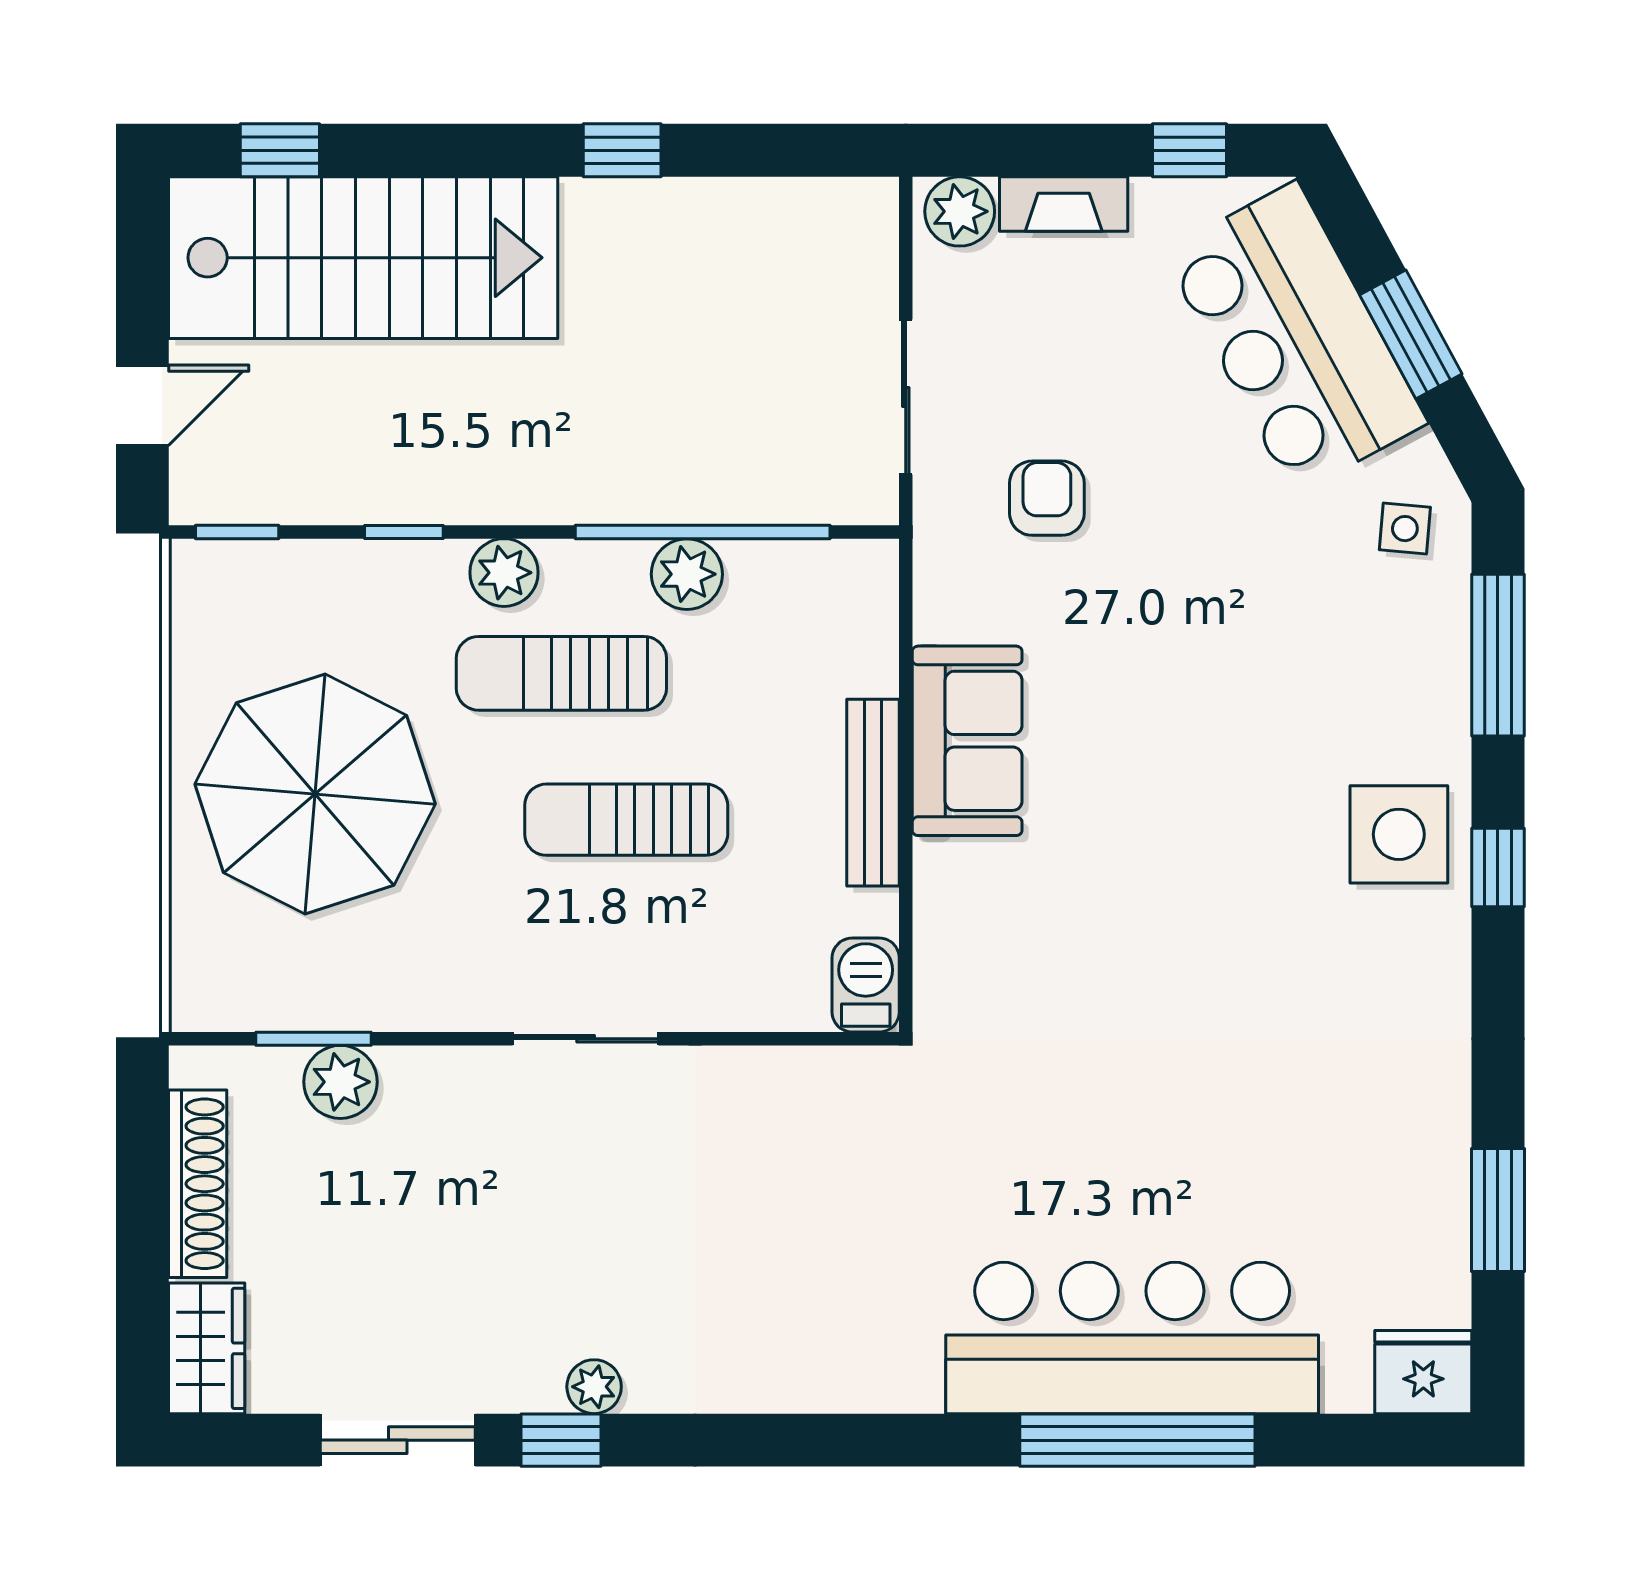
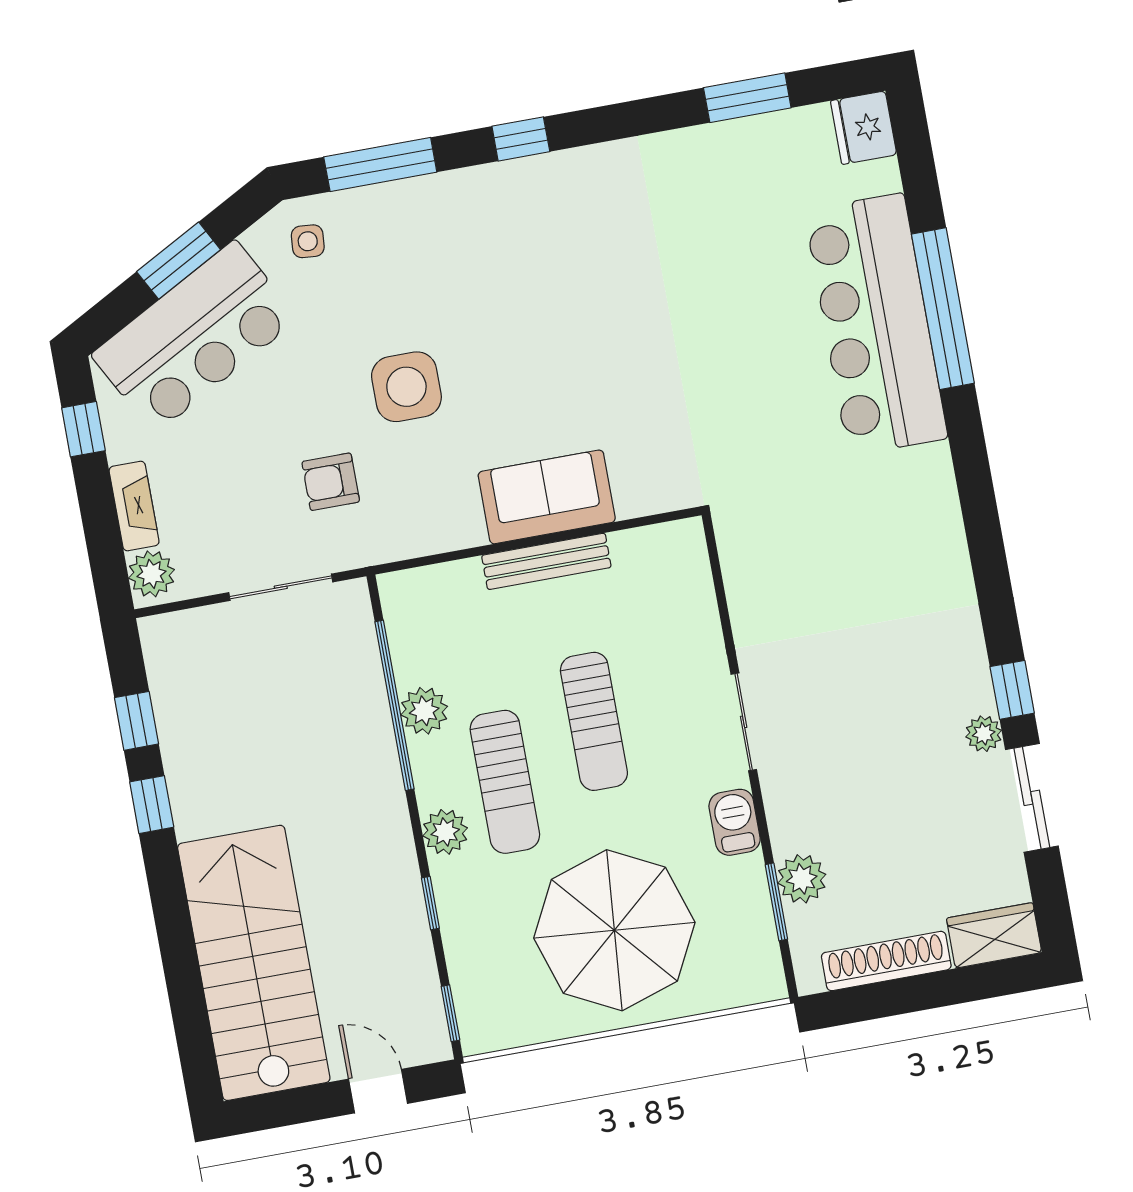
window: (280, 150) -> (136, 721), moved
sofa: (967, 741) -> (547, 497), moved
side table: (1399, 834) -> (406, 387), moved
barbecue: (866, 985) -> (735, 822), moved, turned 90
plant: (594, 1387) -> (984, 734), moved

